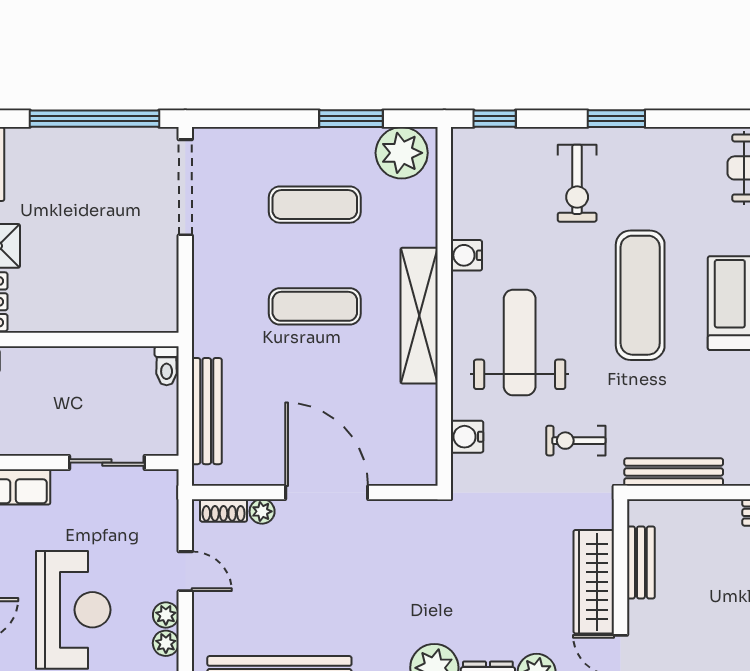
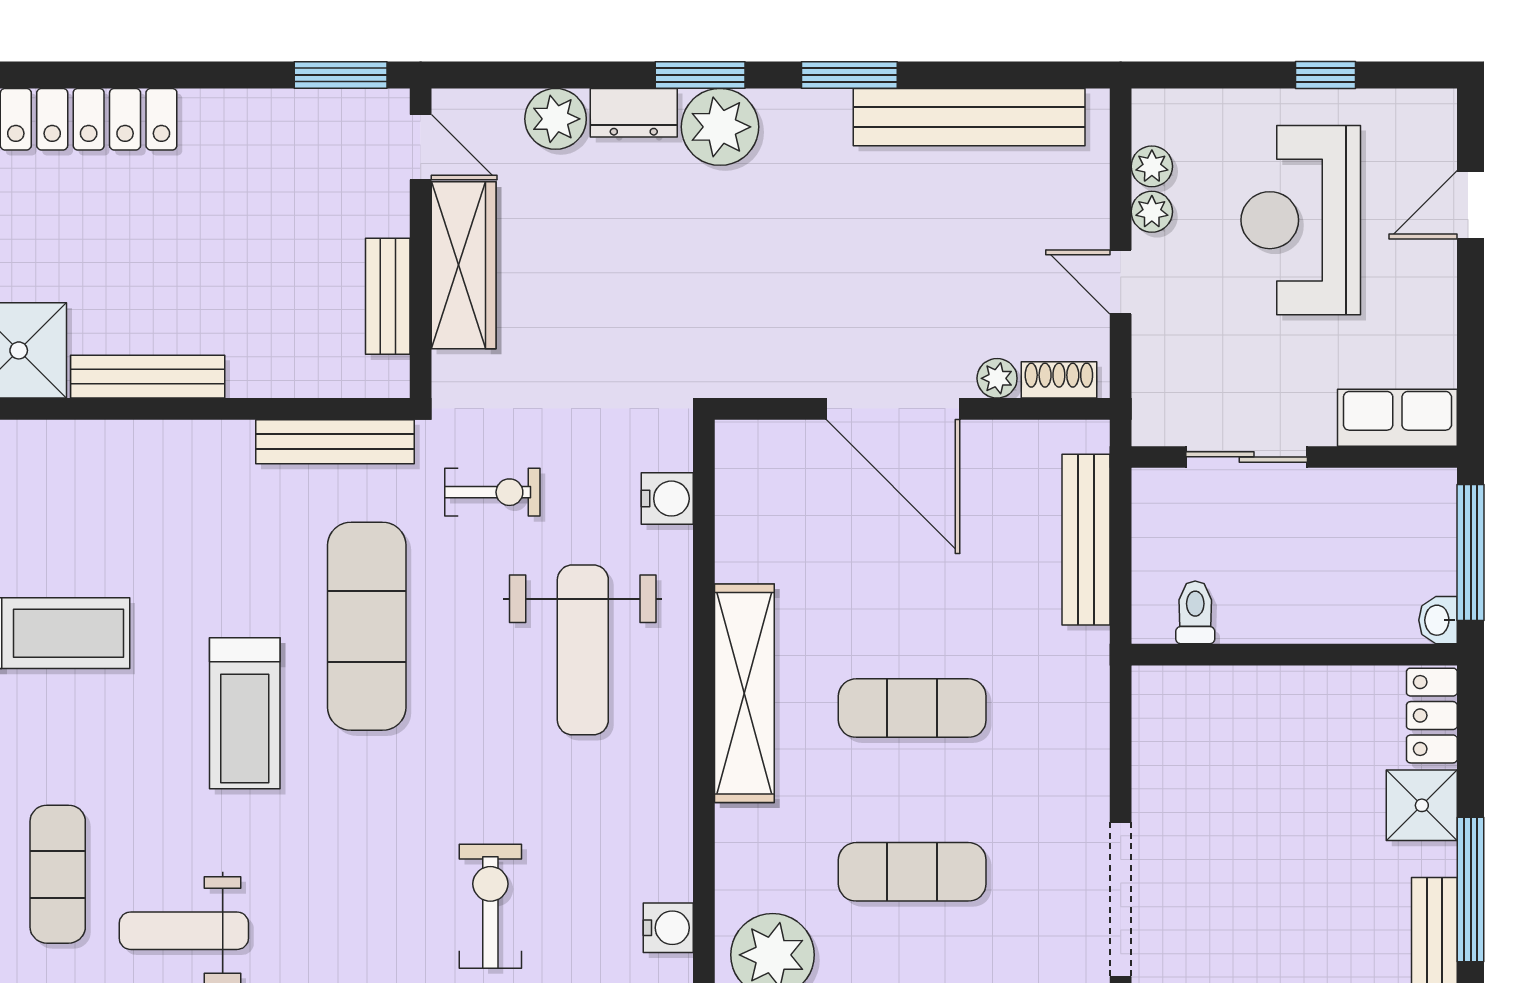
water cooler: (466, 255) -> (668, 928), moved
exercise mat: (640, 295) -> (367, 626), moved
toilet: (167, 366) -> (1195, 612), moved

